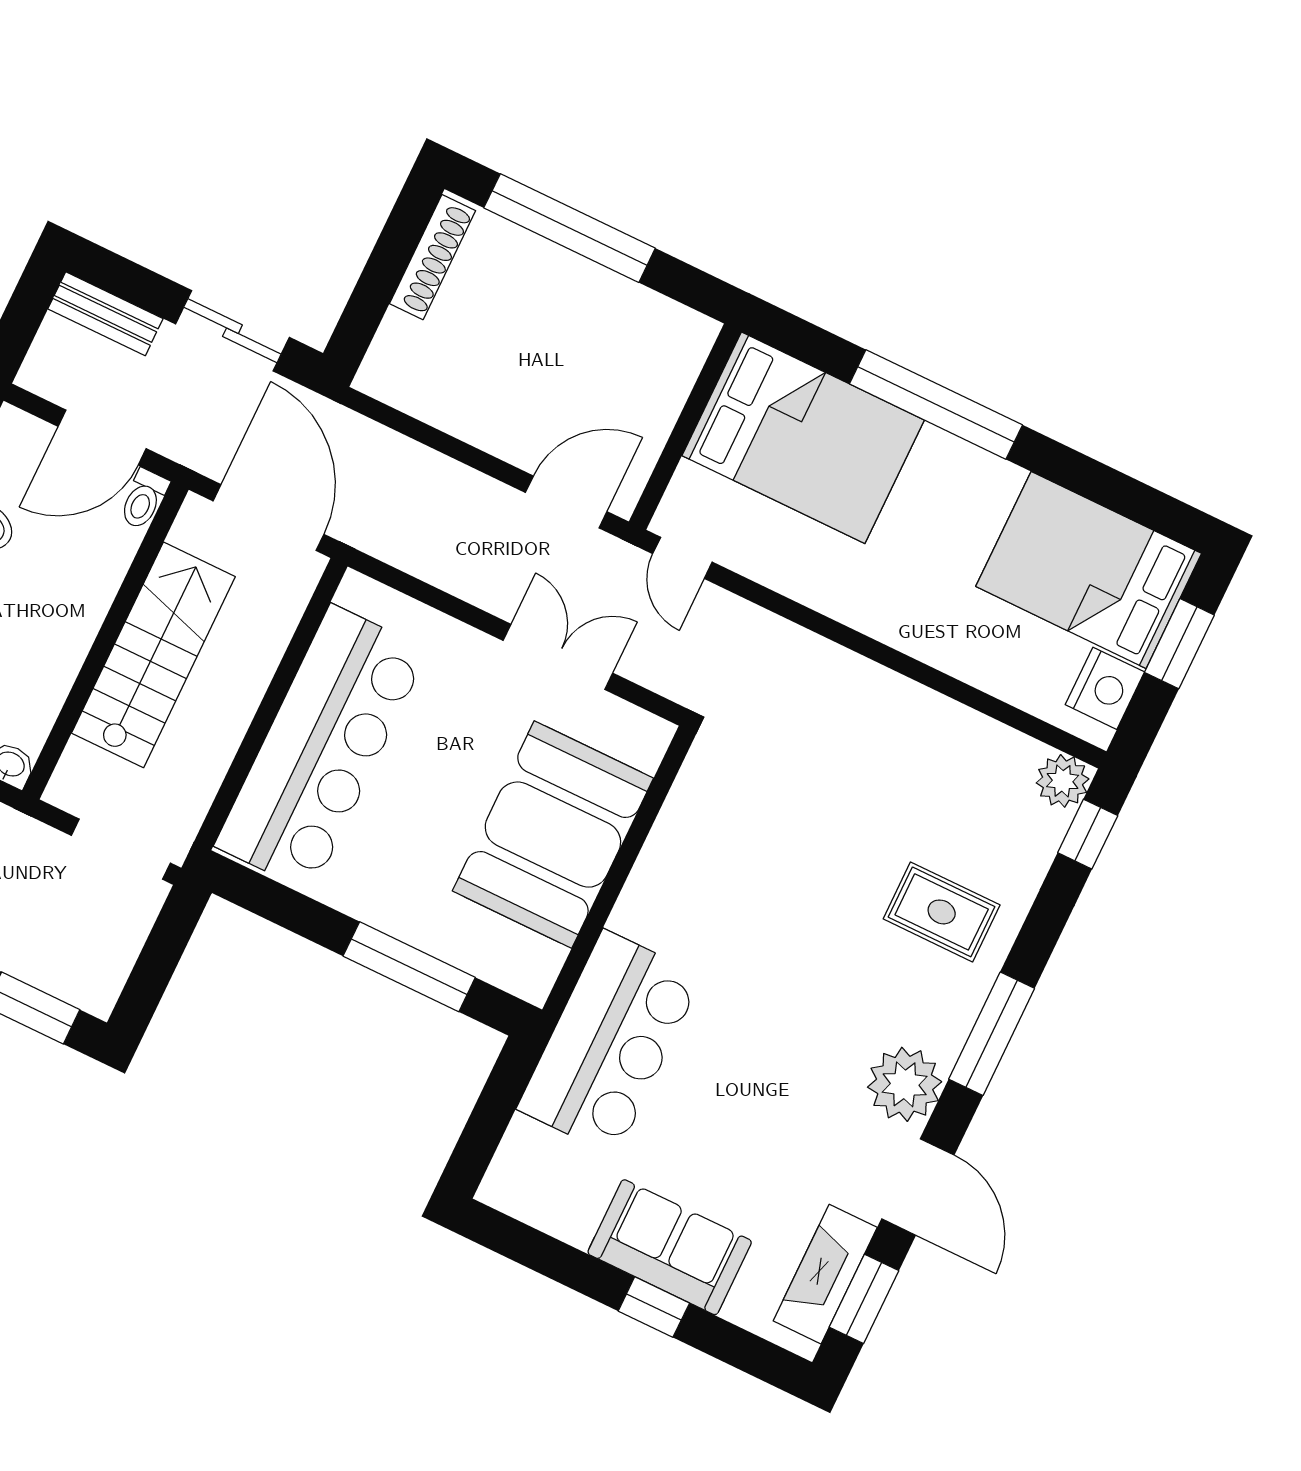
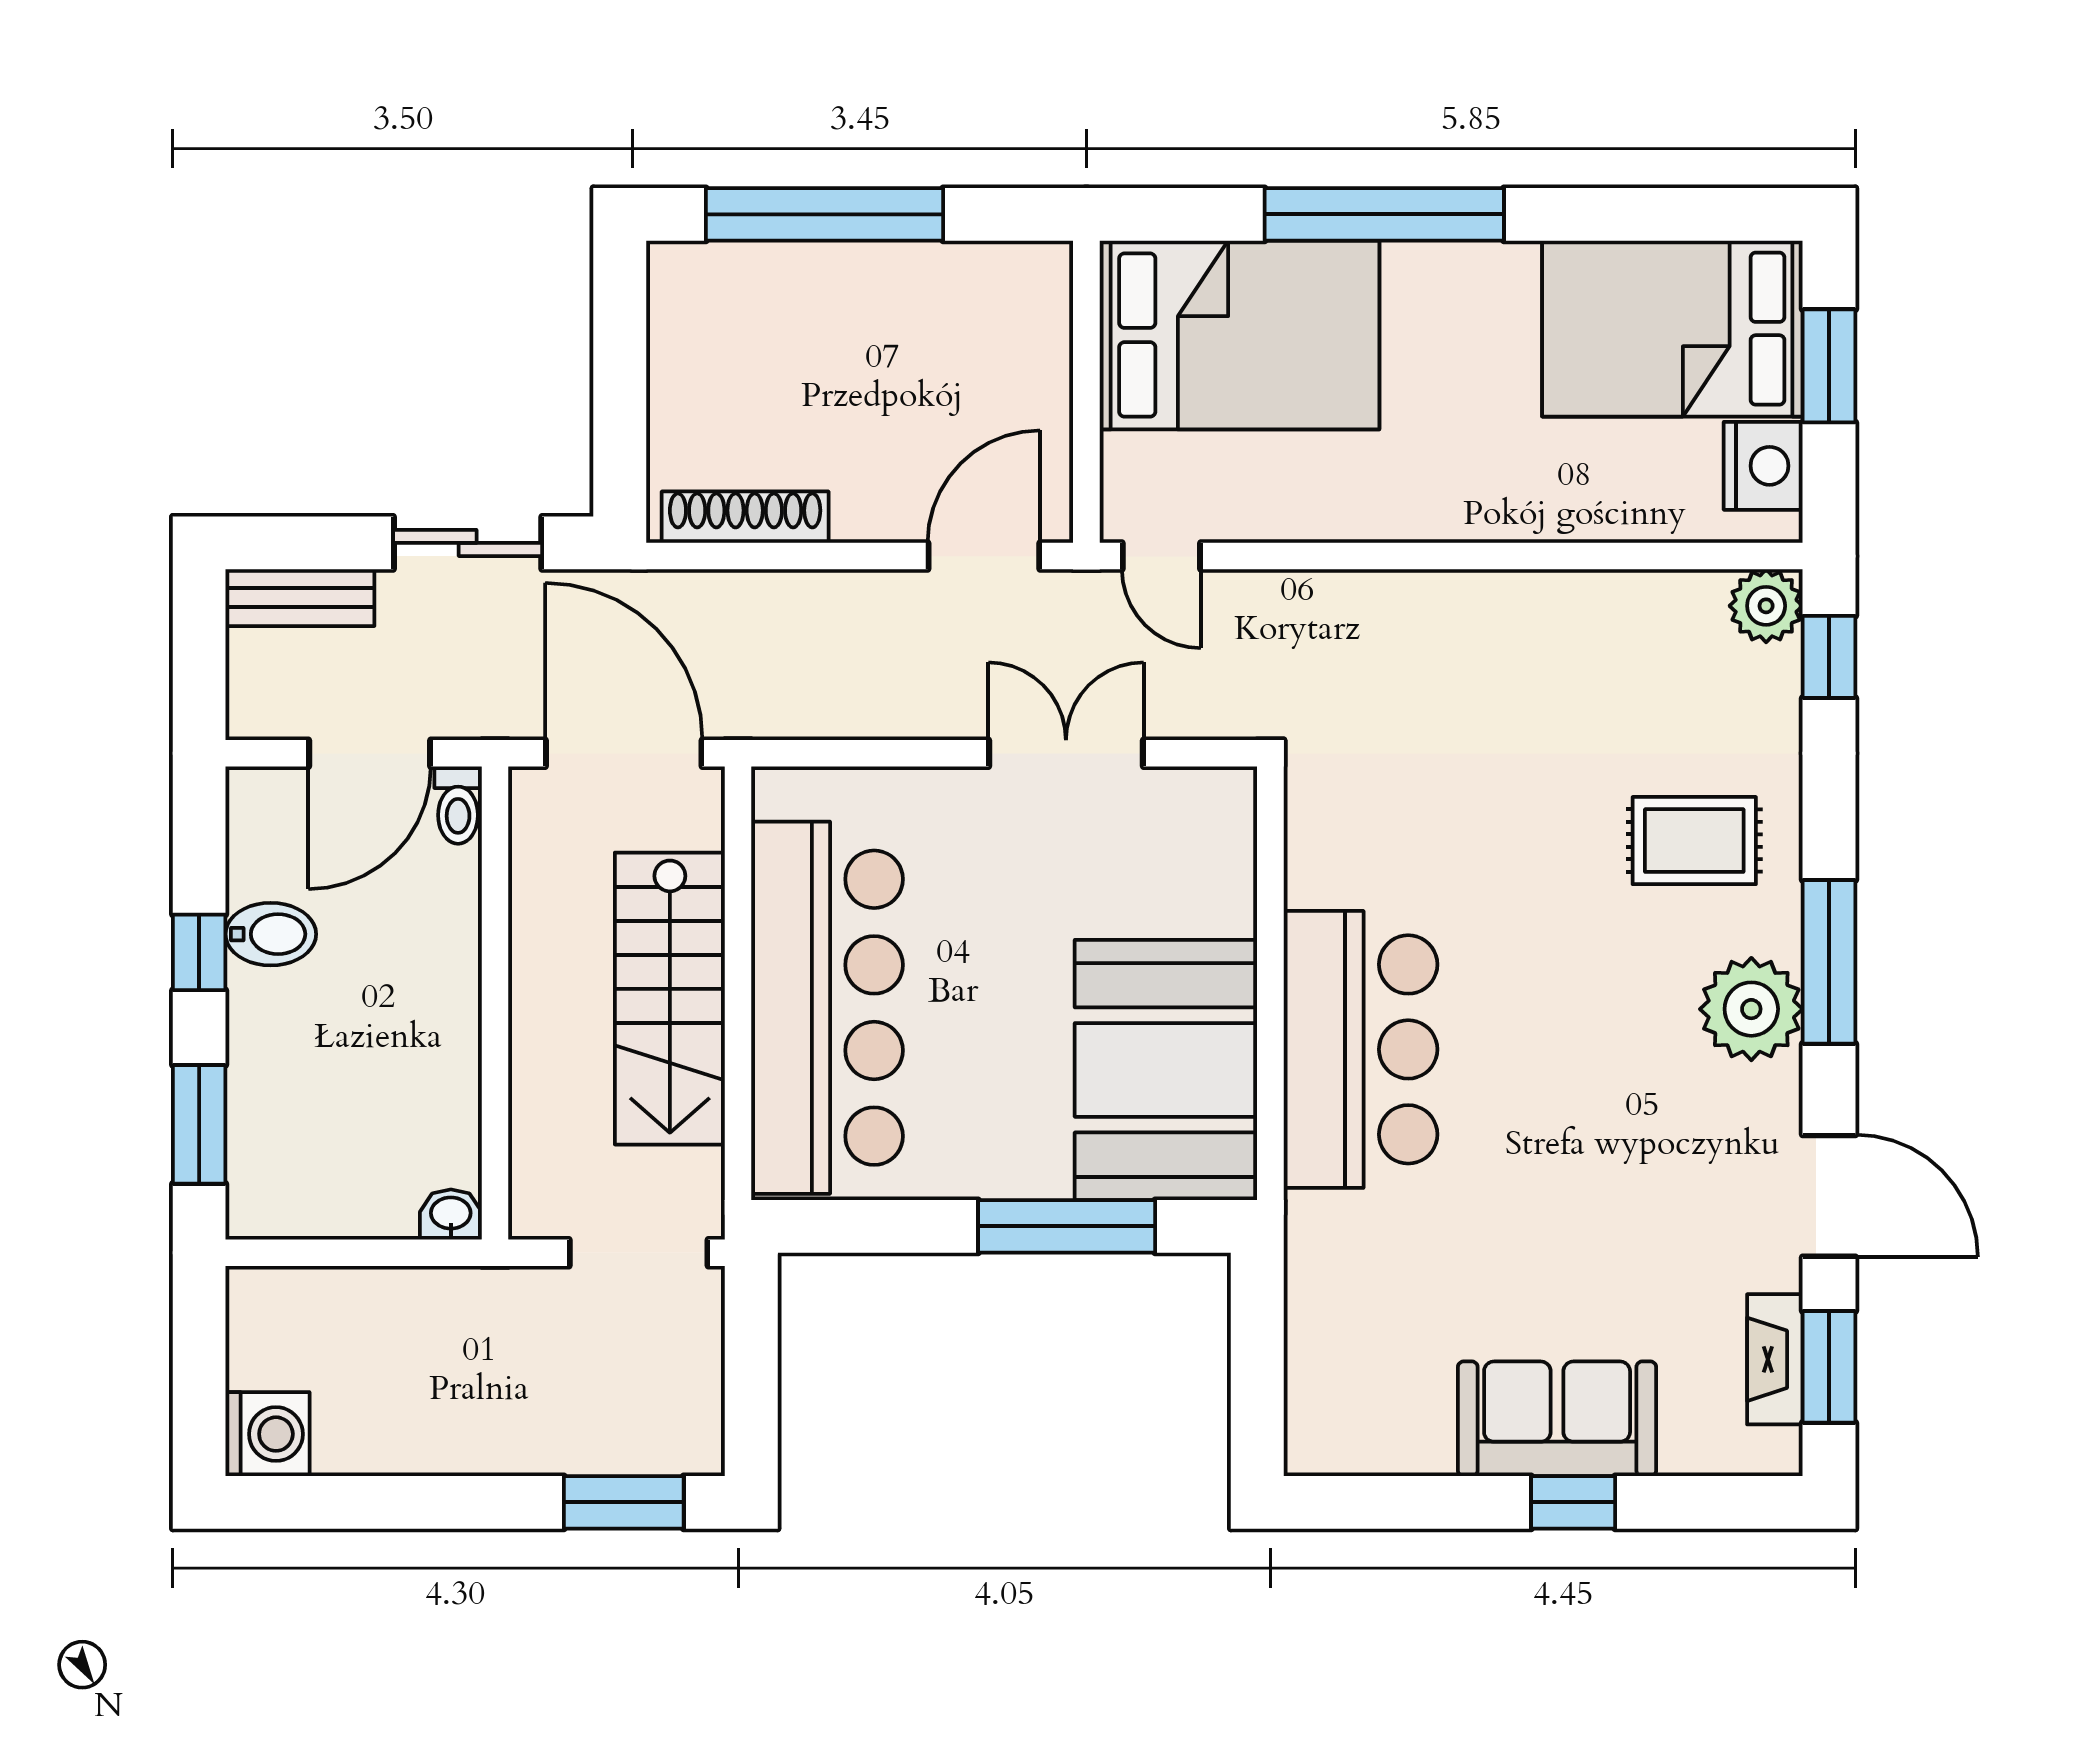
shoe rack: (433, 257) -> (745, 517), moved, turned -90
stairs: (153, 655) -> (670, 999), moved, turned 180
booth: (553, 835) -> (1166, 1070), moved
bar counter: (610, 1043) -> (1360, 1049), moved
plant: (905, 1084) -> (1751, 1009), moved
fireplace: (825, 1274) -> (1775, 1359), width x0.73, depth x0.76

